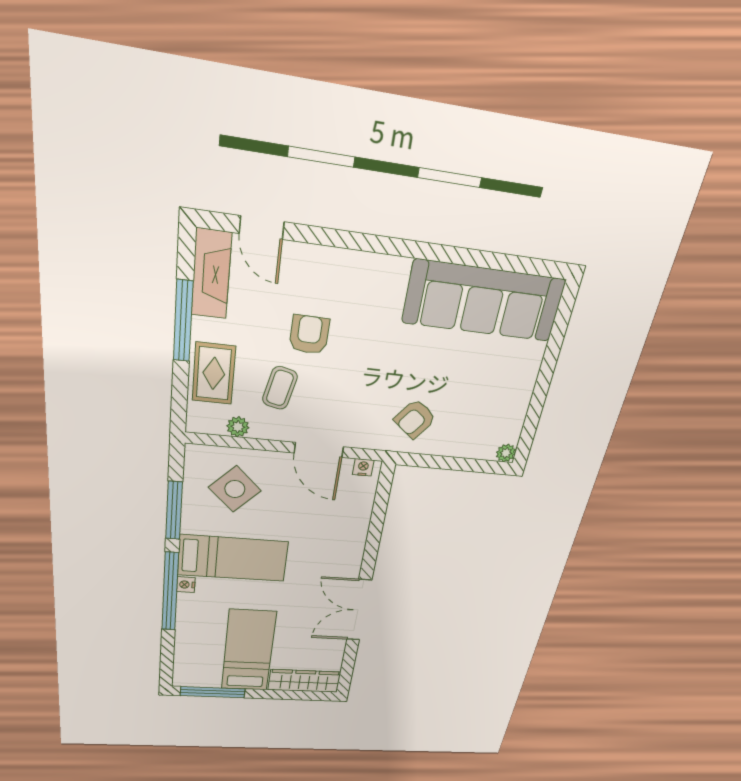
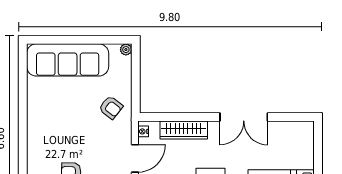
sofa: (484, 301) -> (68, 60), moved, turned 90
wardrobe: (304, 681) -> (184, 130), moved, turned -90

